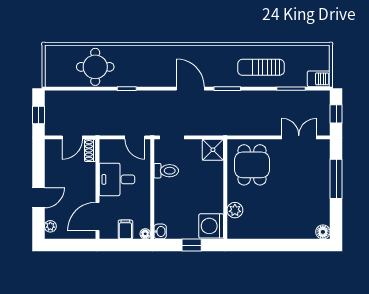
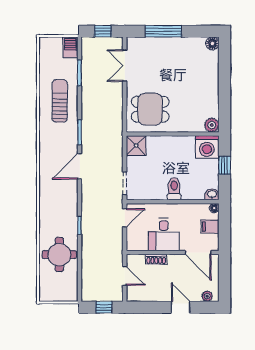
sun lounger: (261, 67) -> (60, 101), turned 180
shoe rack: (90, 150) -> (156, 259), moved
toilet: (166, 171) -> (174, 189), moved
plant: (235, 210) -> (212, 125), moved

